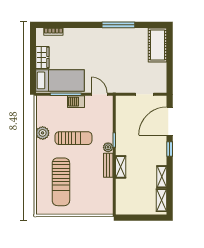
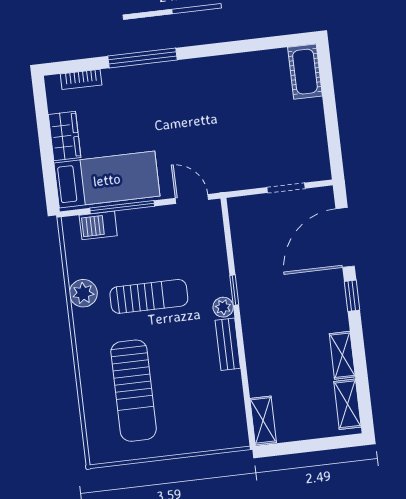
window: (118, 25) -> (142, 58), moved
cot: (158, 45) -> (305, 72), width x0.73, depth x0.75
barbecue: (76, 102) -> (98, 225), moved
shelving: (121, 167) -> (263, 420), moved

